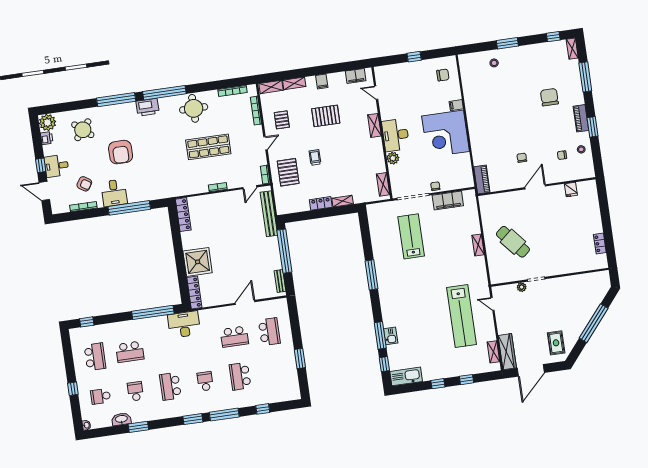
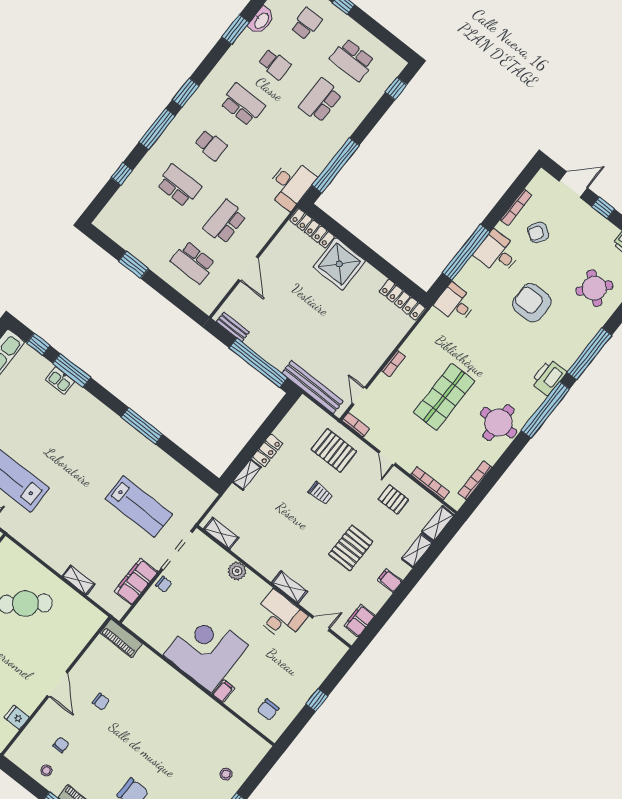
desk: (396, 135) -> (280, 616), moved
desk: (57, 166) -> (455, 303), moved, turned -90
shelving: (478, 245) -> (79, 580), moved

